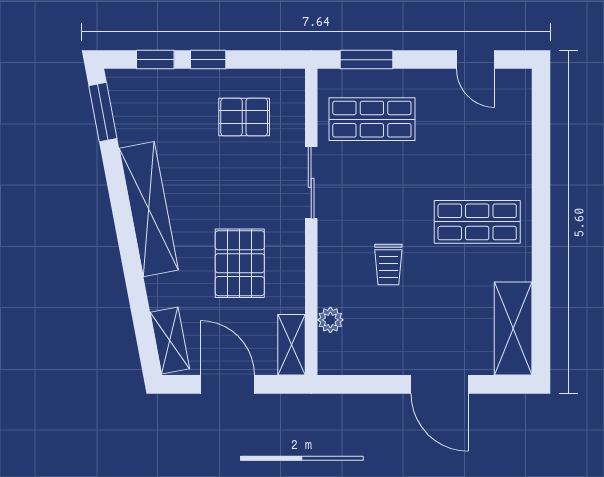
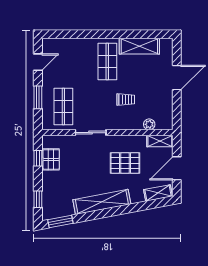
window: (208, 60) -> (38, 158), moved
window: (366, 60) -> (38, 97), moved
pallet: (244, 117) -> (51, 159), moved
shelving: (513, 328) -> (139, 46), moved

